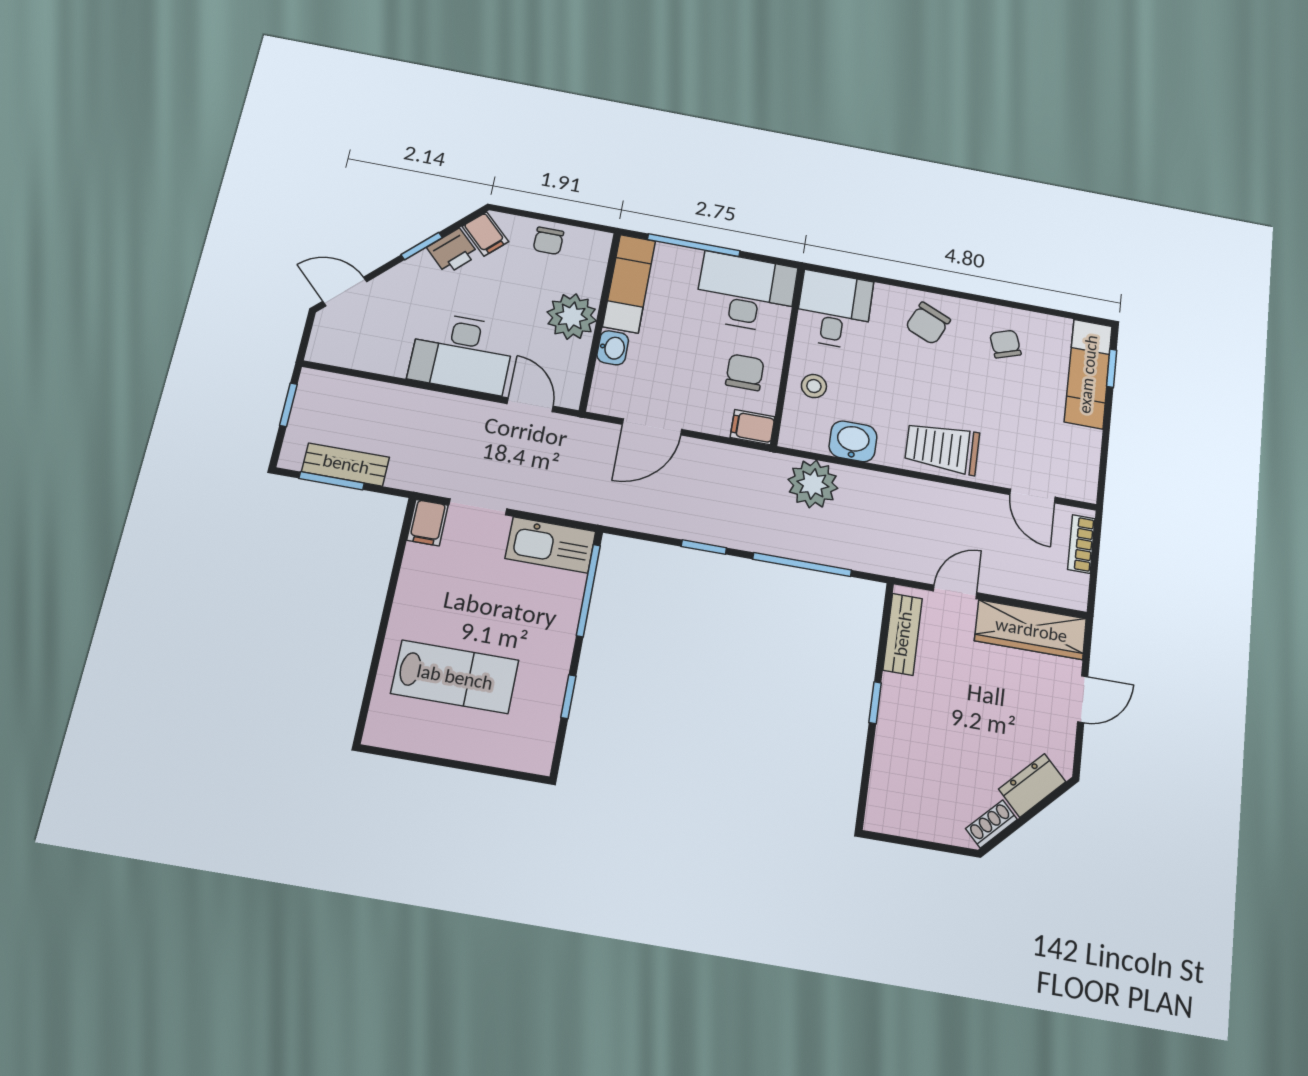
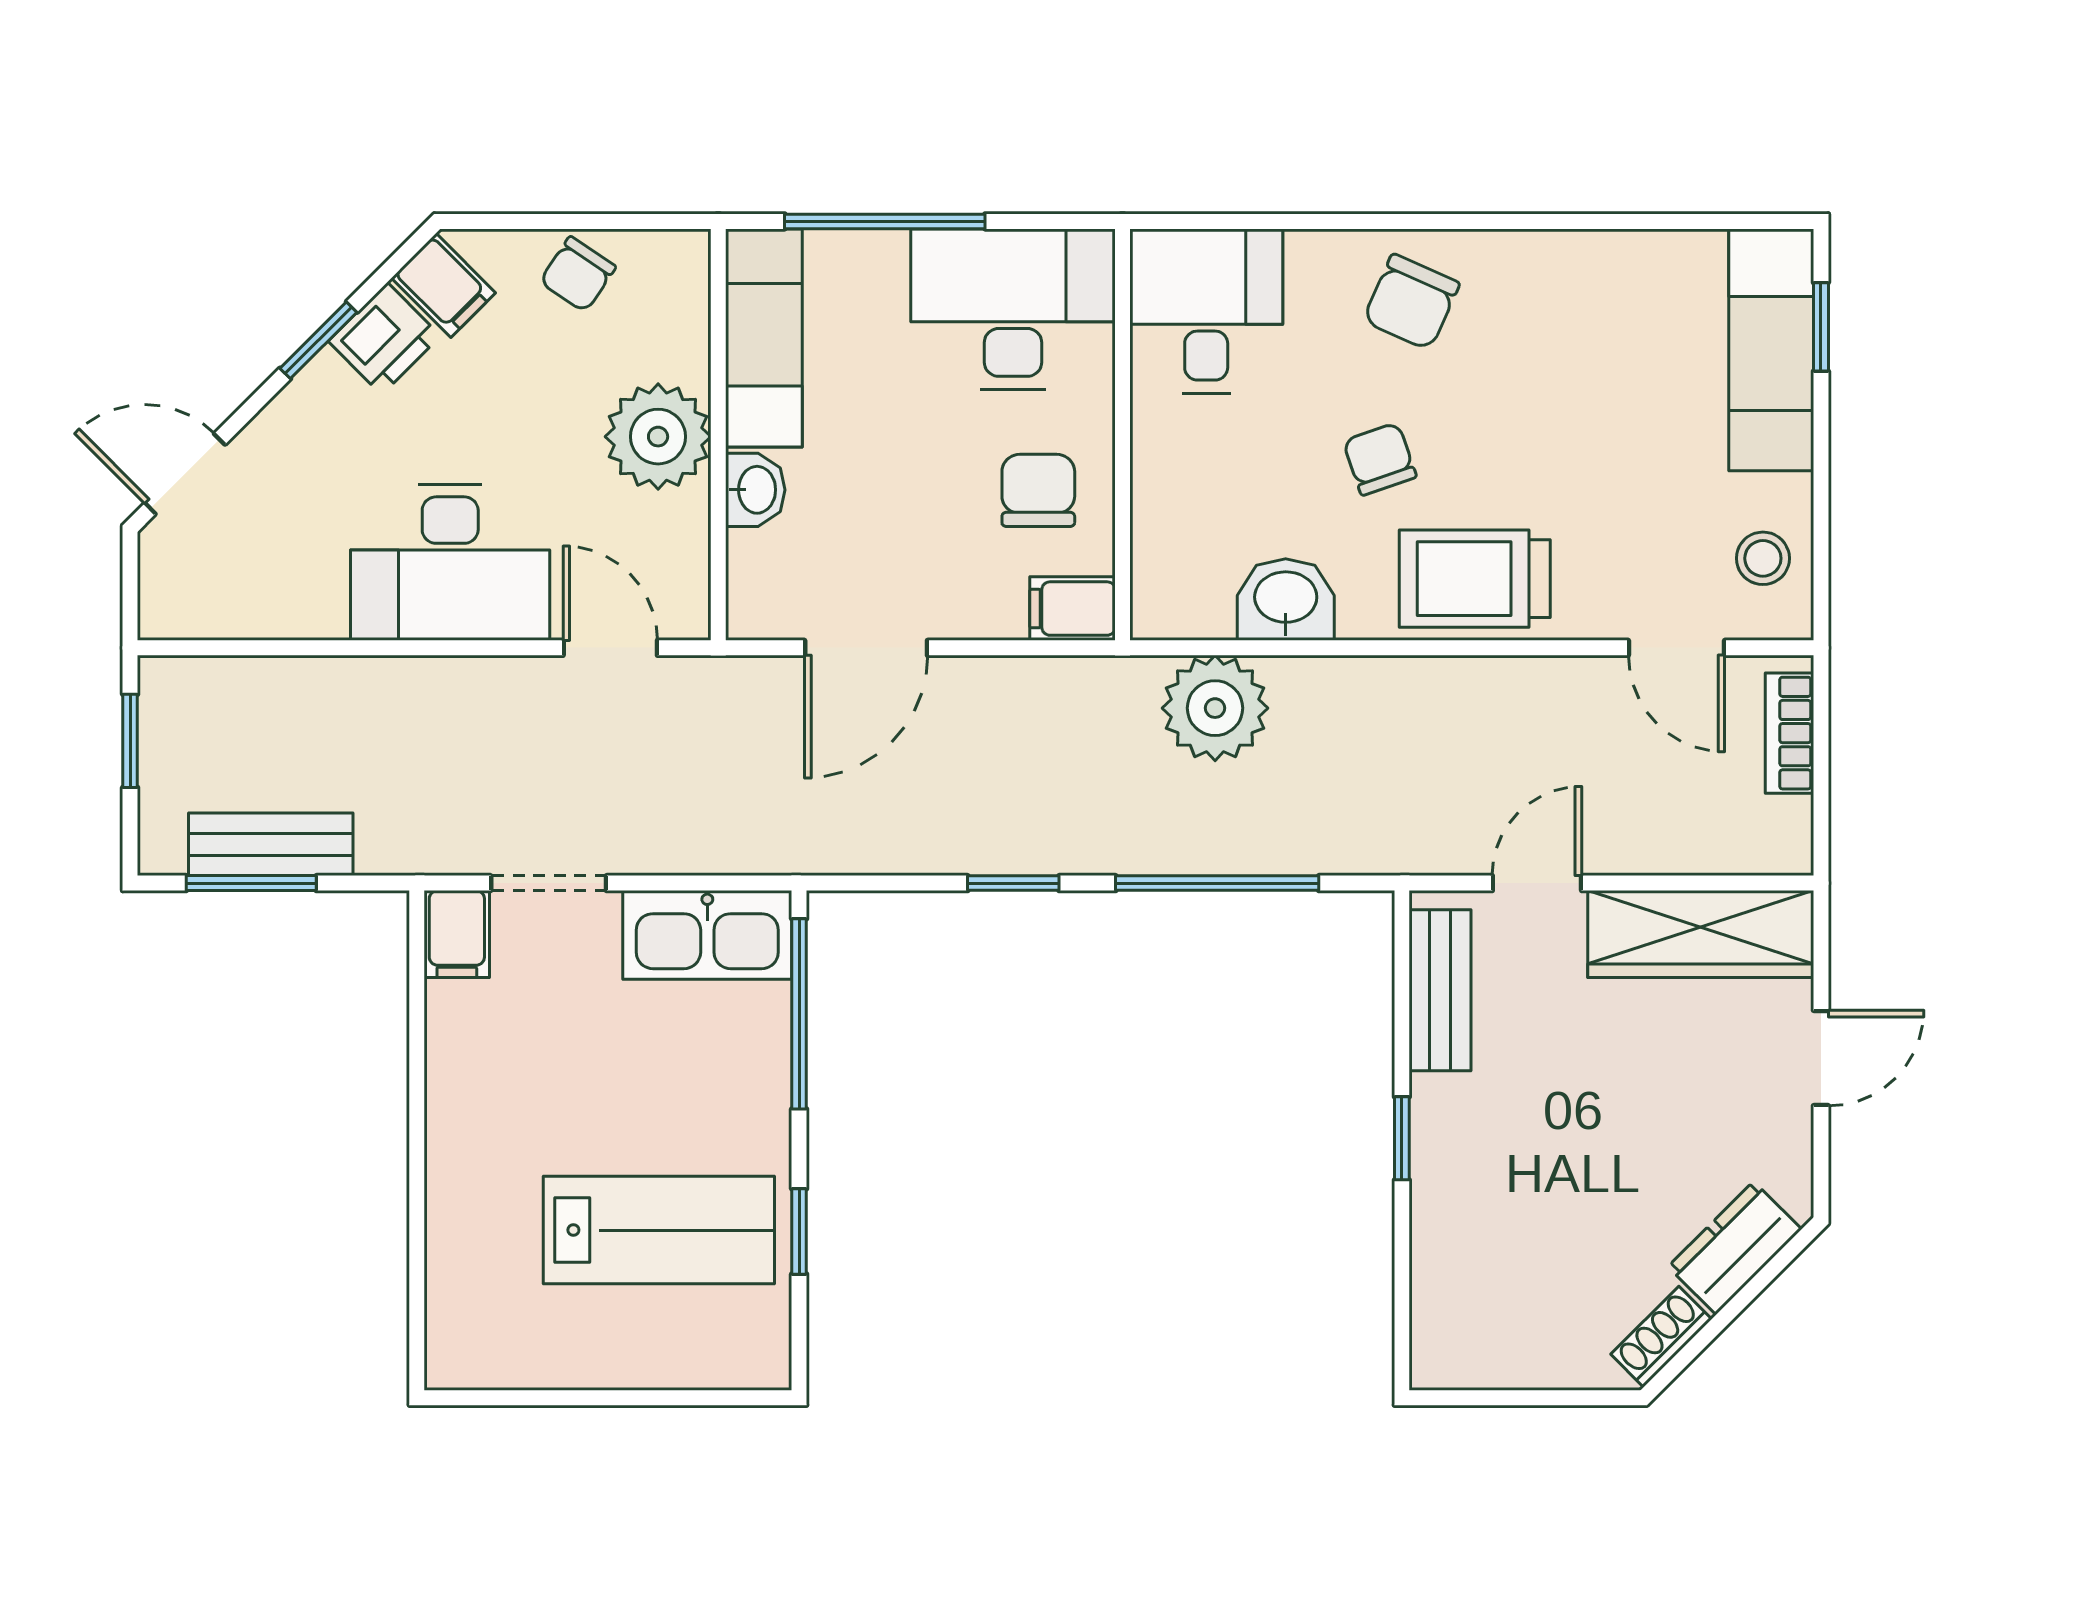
chair: (548, 241) -> (578, 274), turned 34
chair: (1005, 344) -> (1380, 459), moved
stool: (814, 386) -> (1763, 558), moved
lab bench: (455, 677) -> (659, 1230), moved

